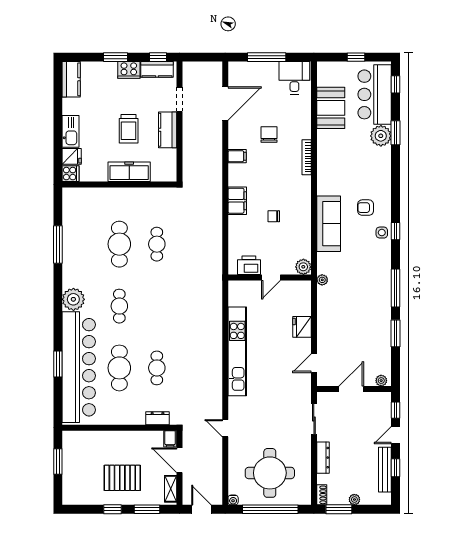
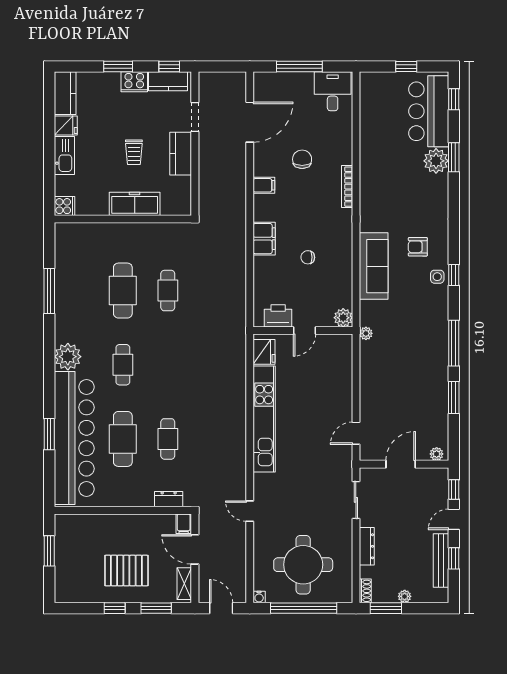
booth: (331, 108) -> (376, 127), removed
trolley: (129, 129) -> (134, 152), width x0.73, depth x0.72
fridge: (72, 156) -> (66, 126), moved
fridge: (302, 327) -> (264, 352), moved, turned 180

